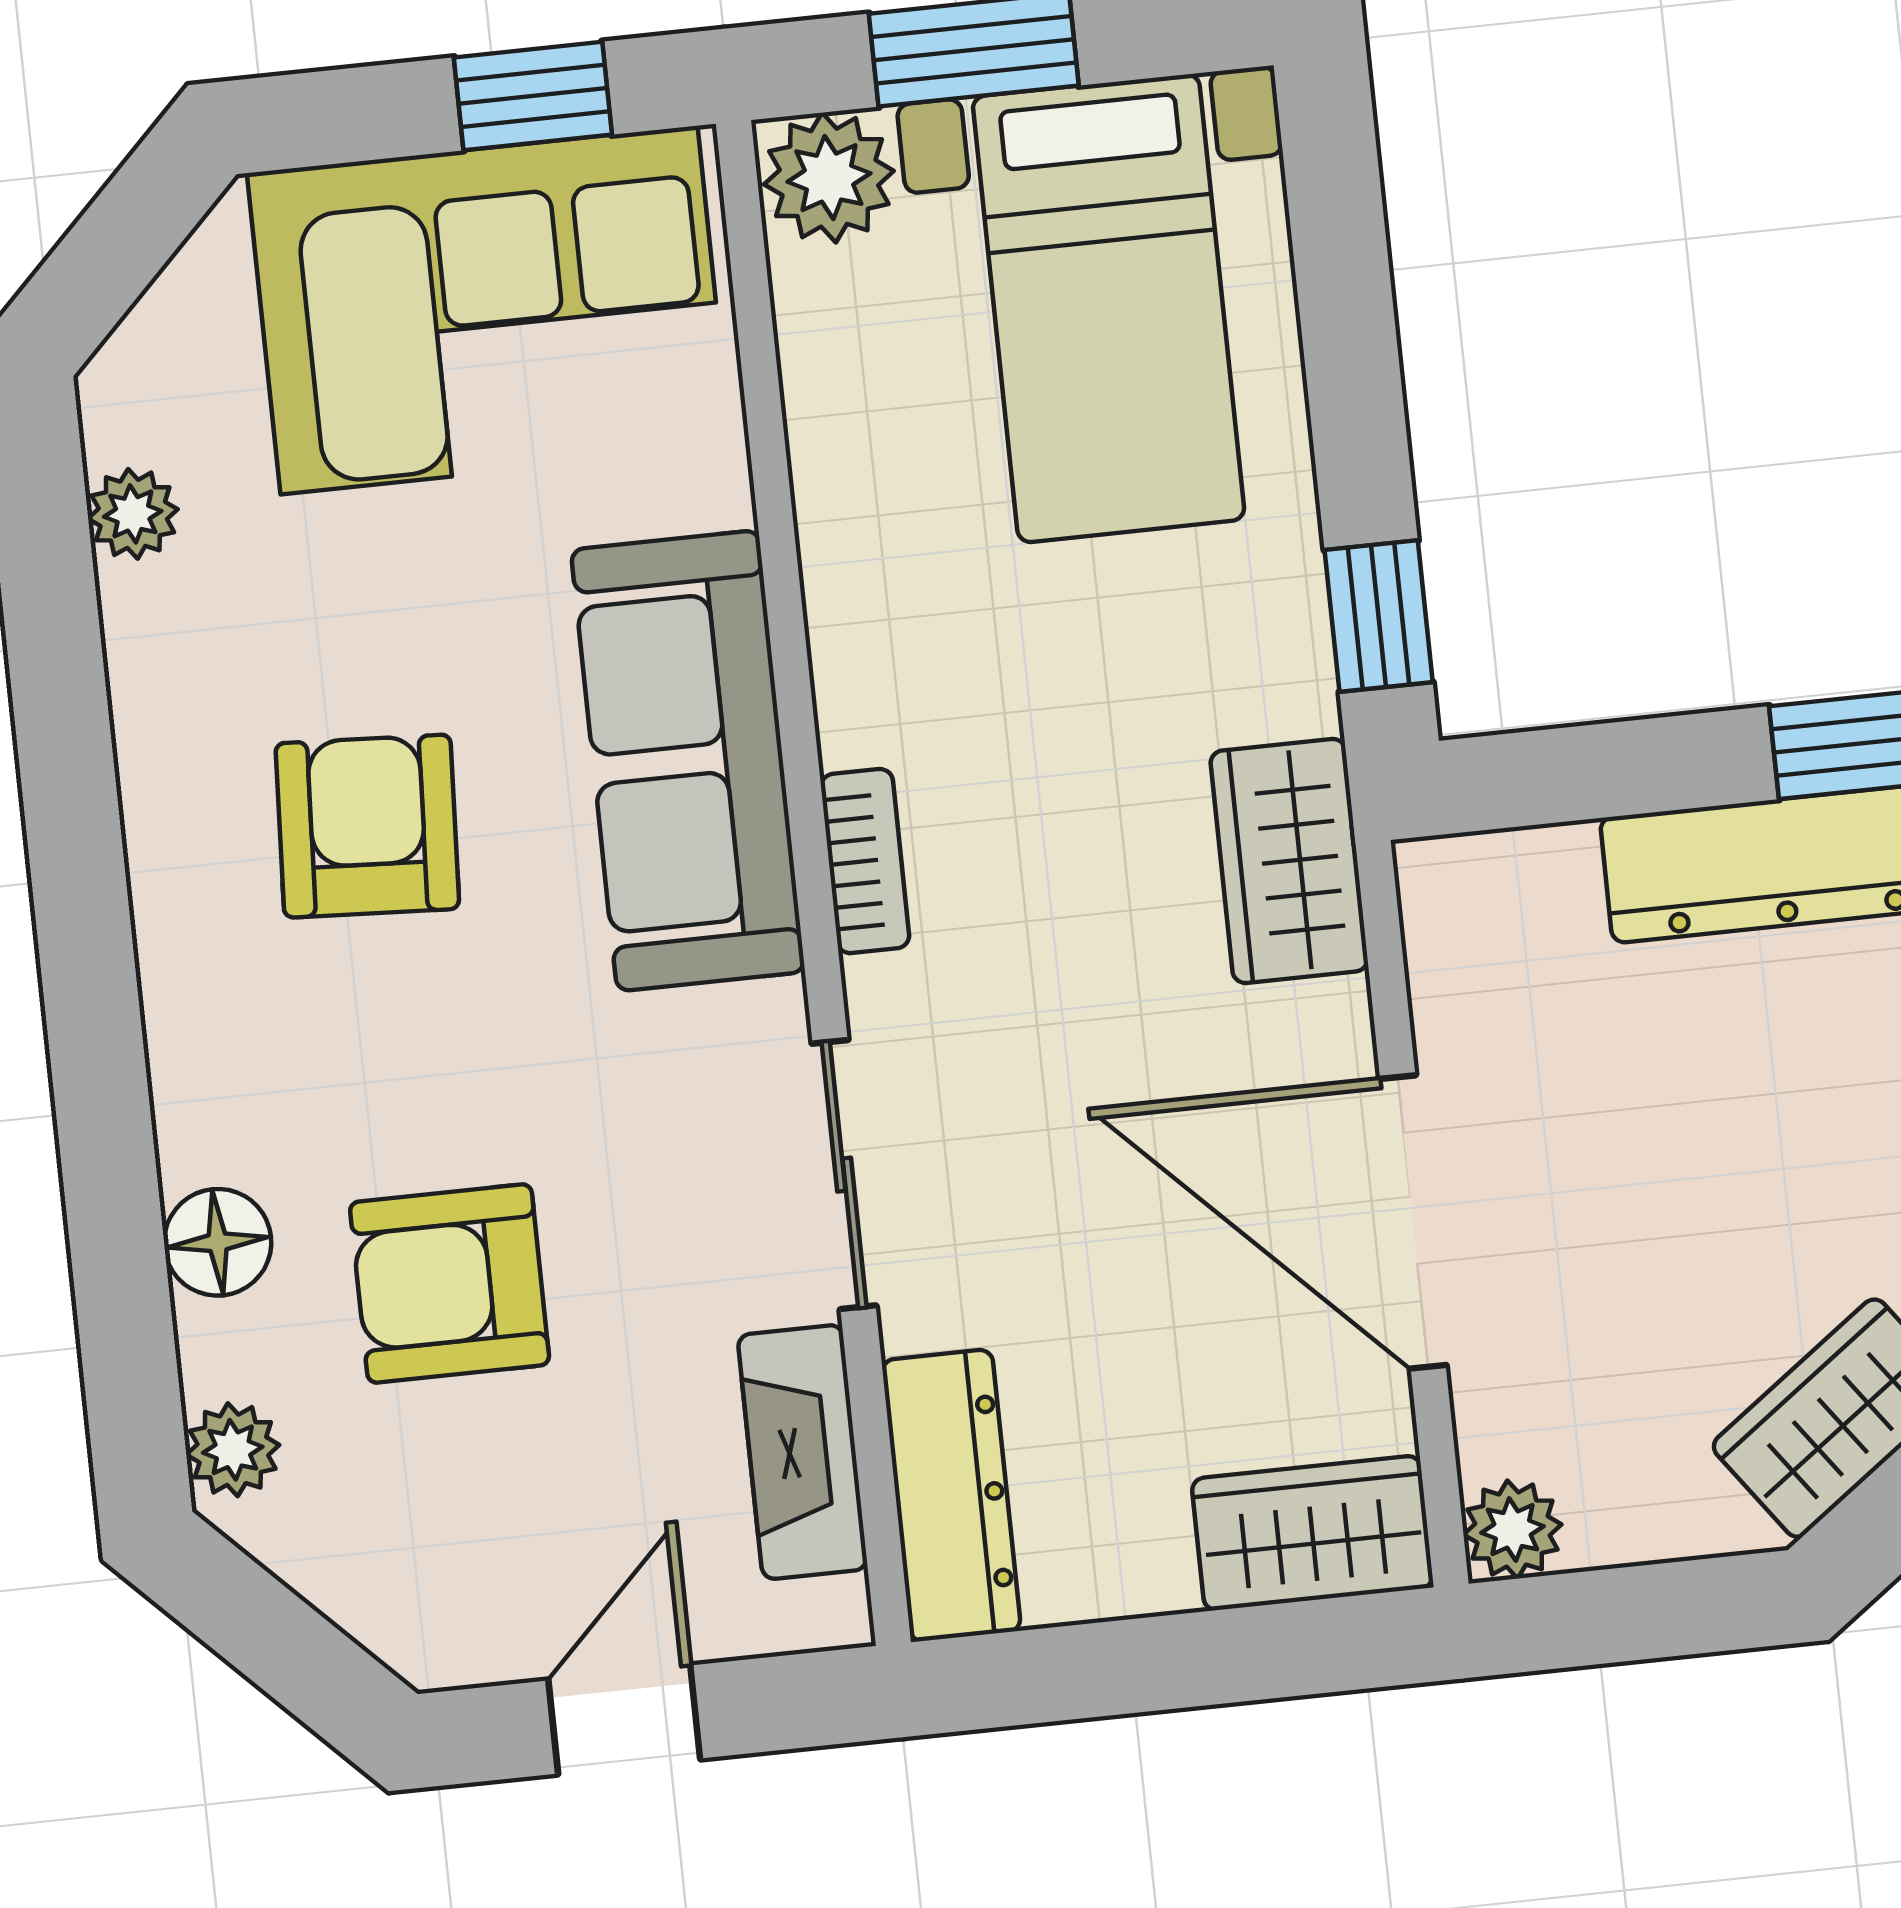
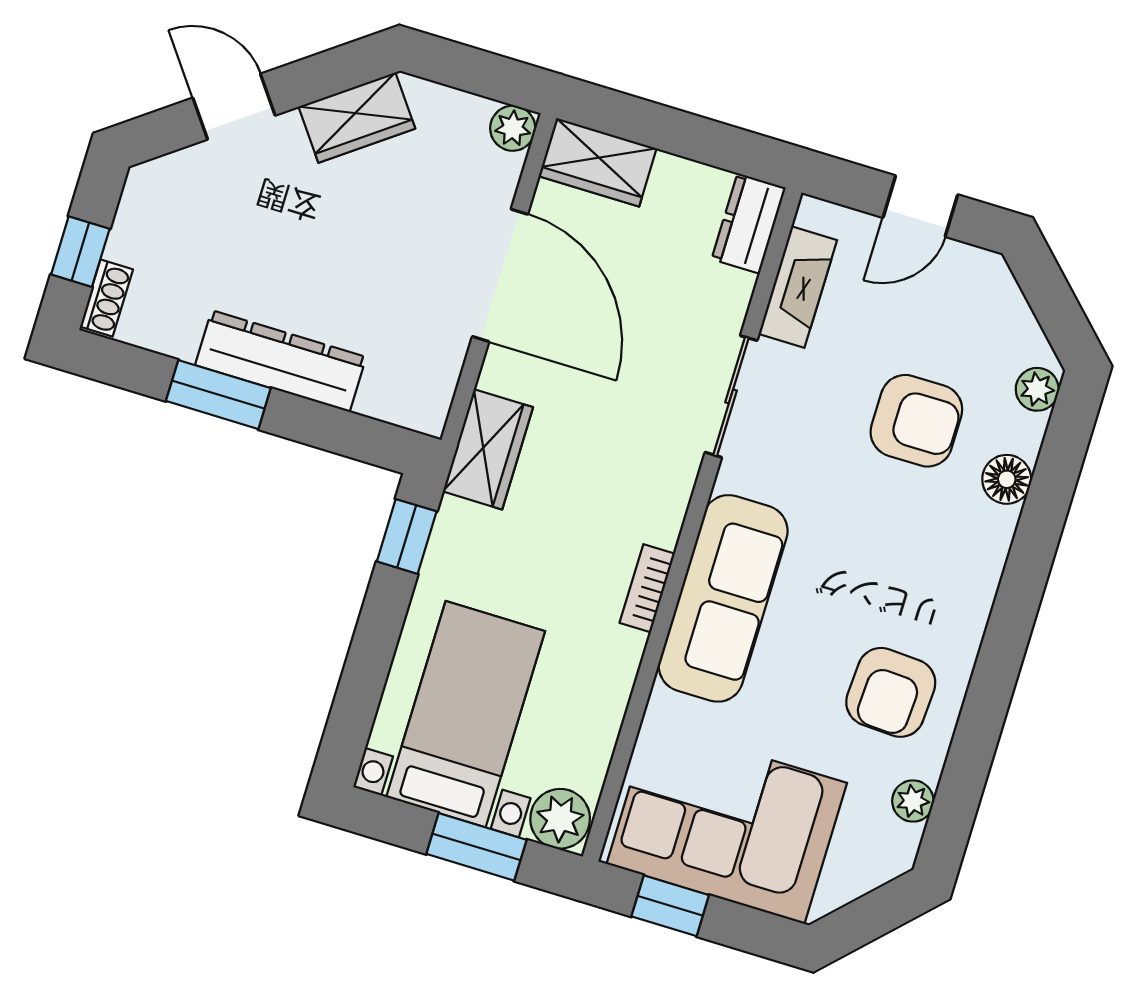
armchair: (367, 826) -> (891, 692), moved
bookcase: (865, 861) -> (647, 588), moved
dresser: (951, 1495) -> (749, 223), width x0.70

